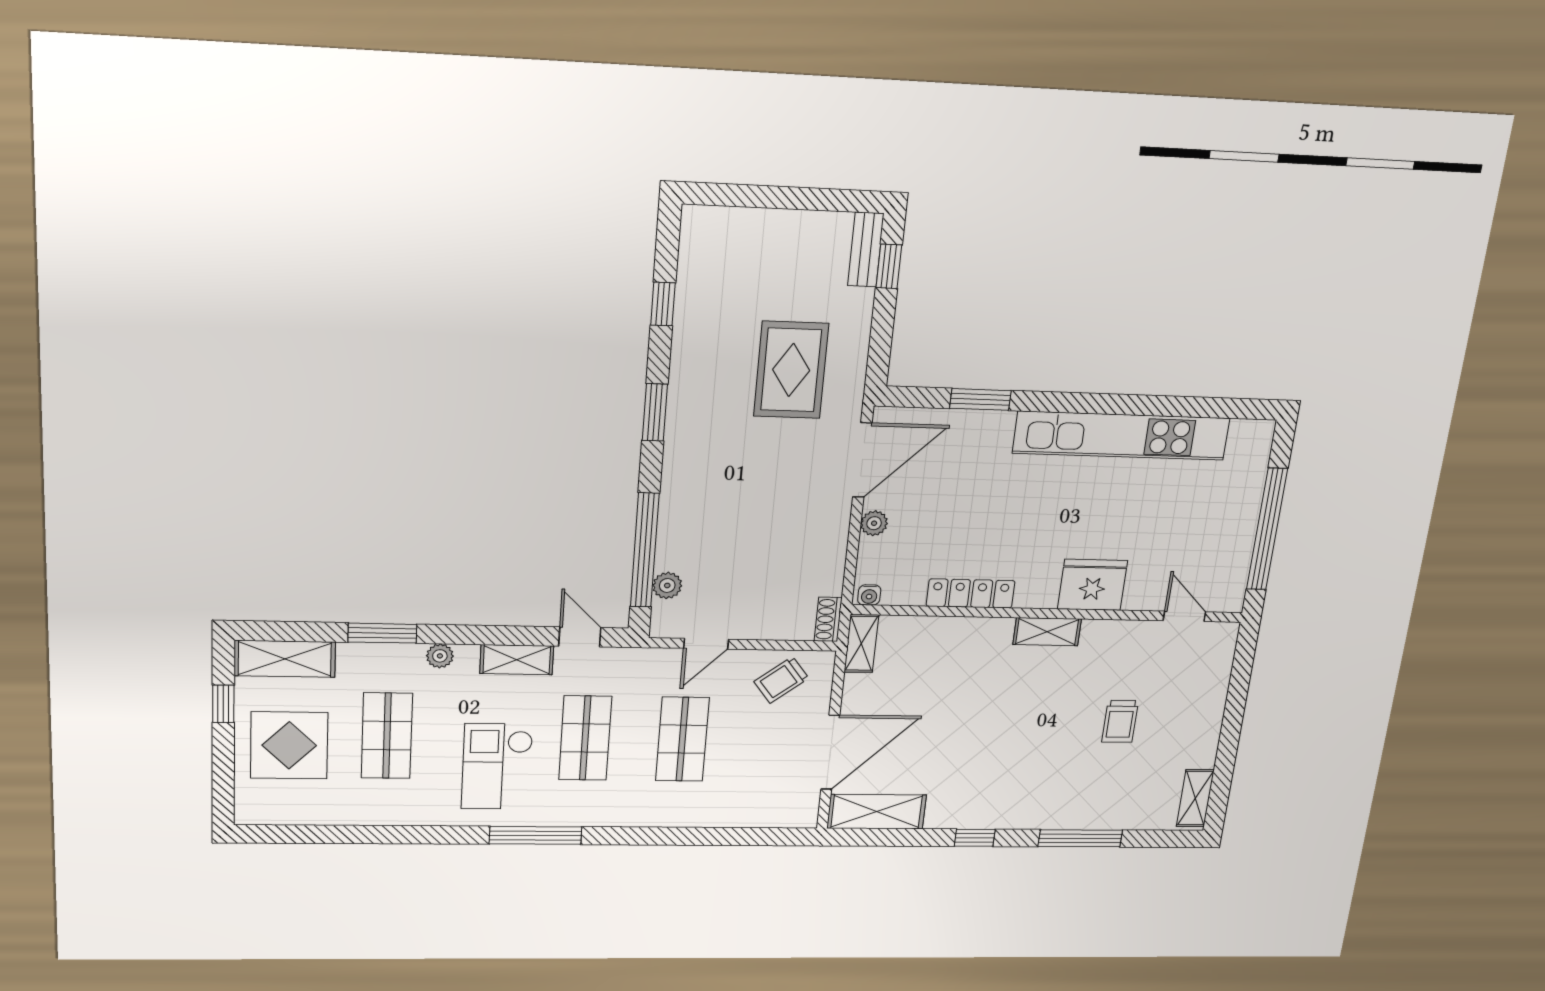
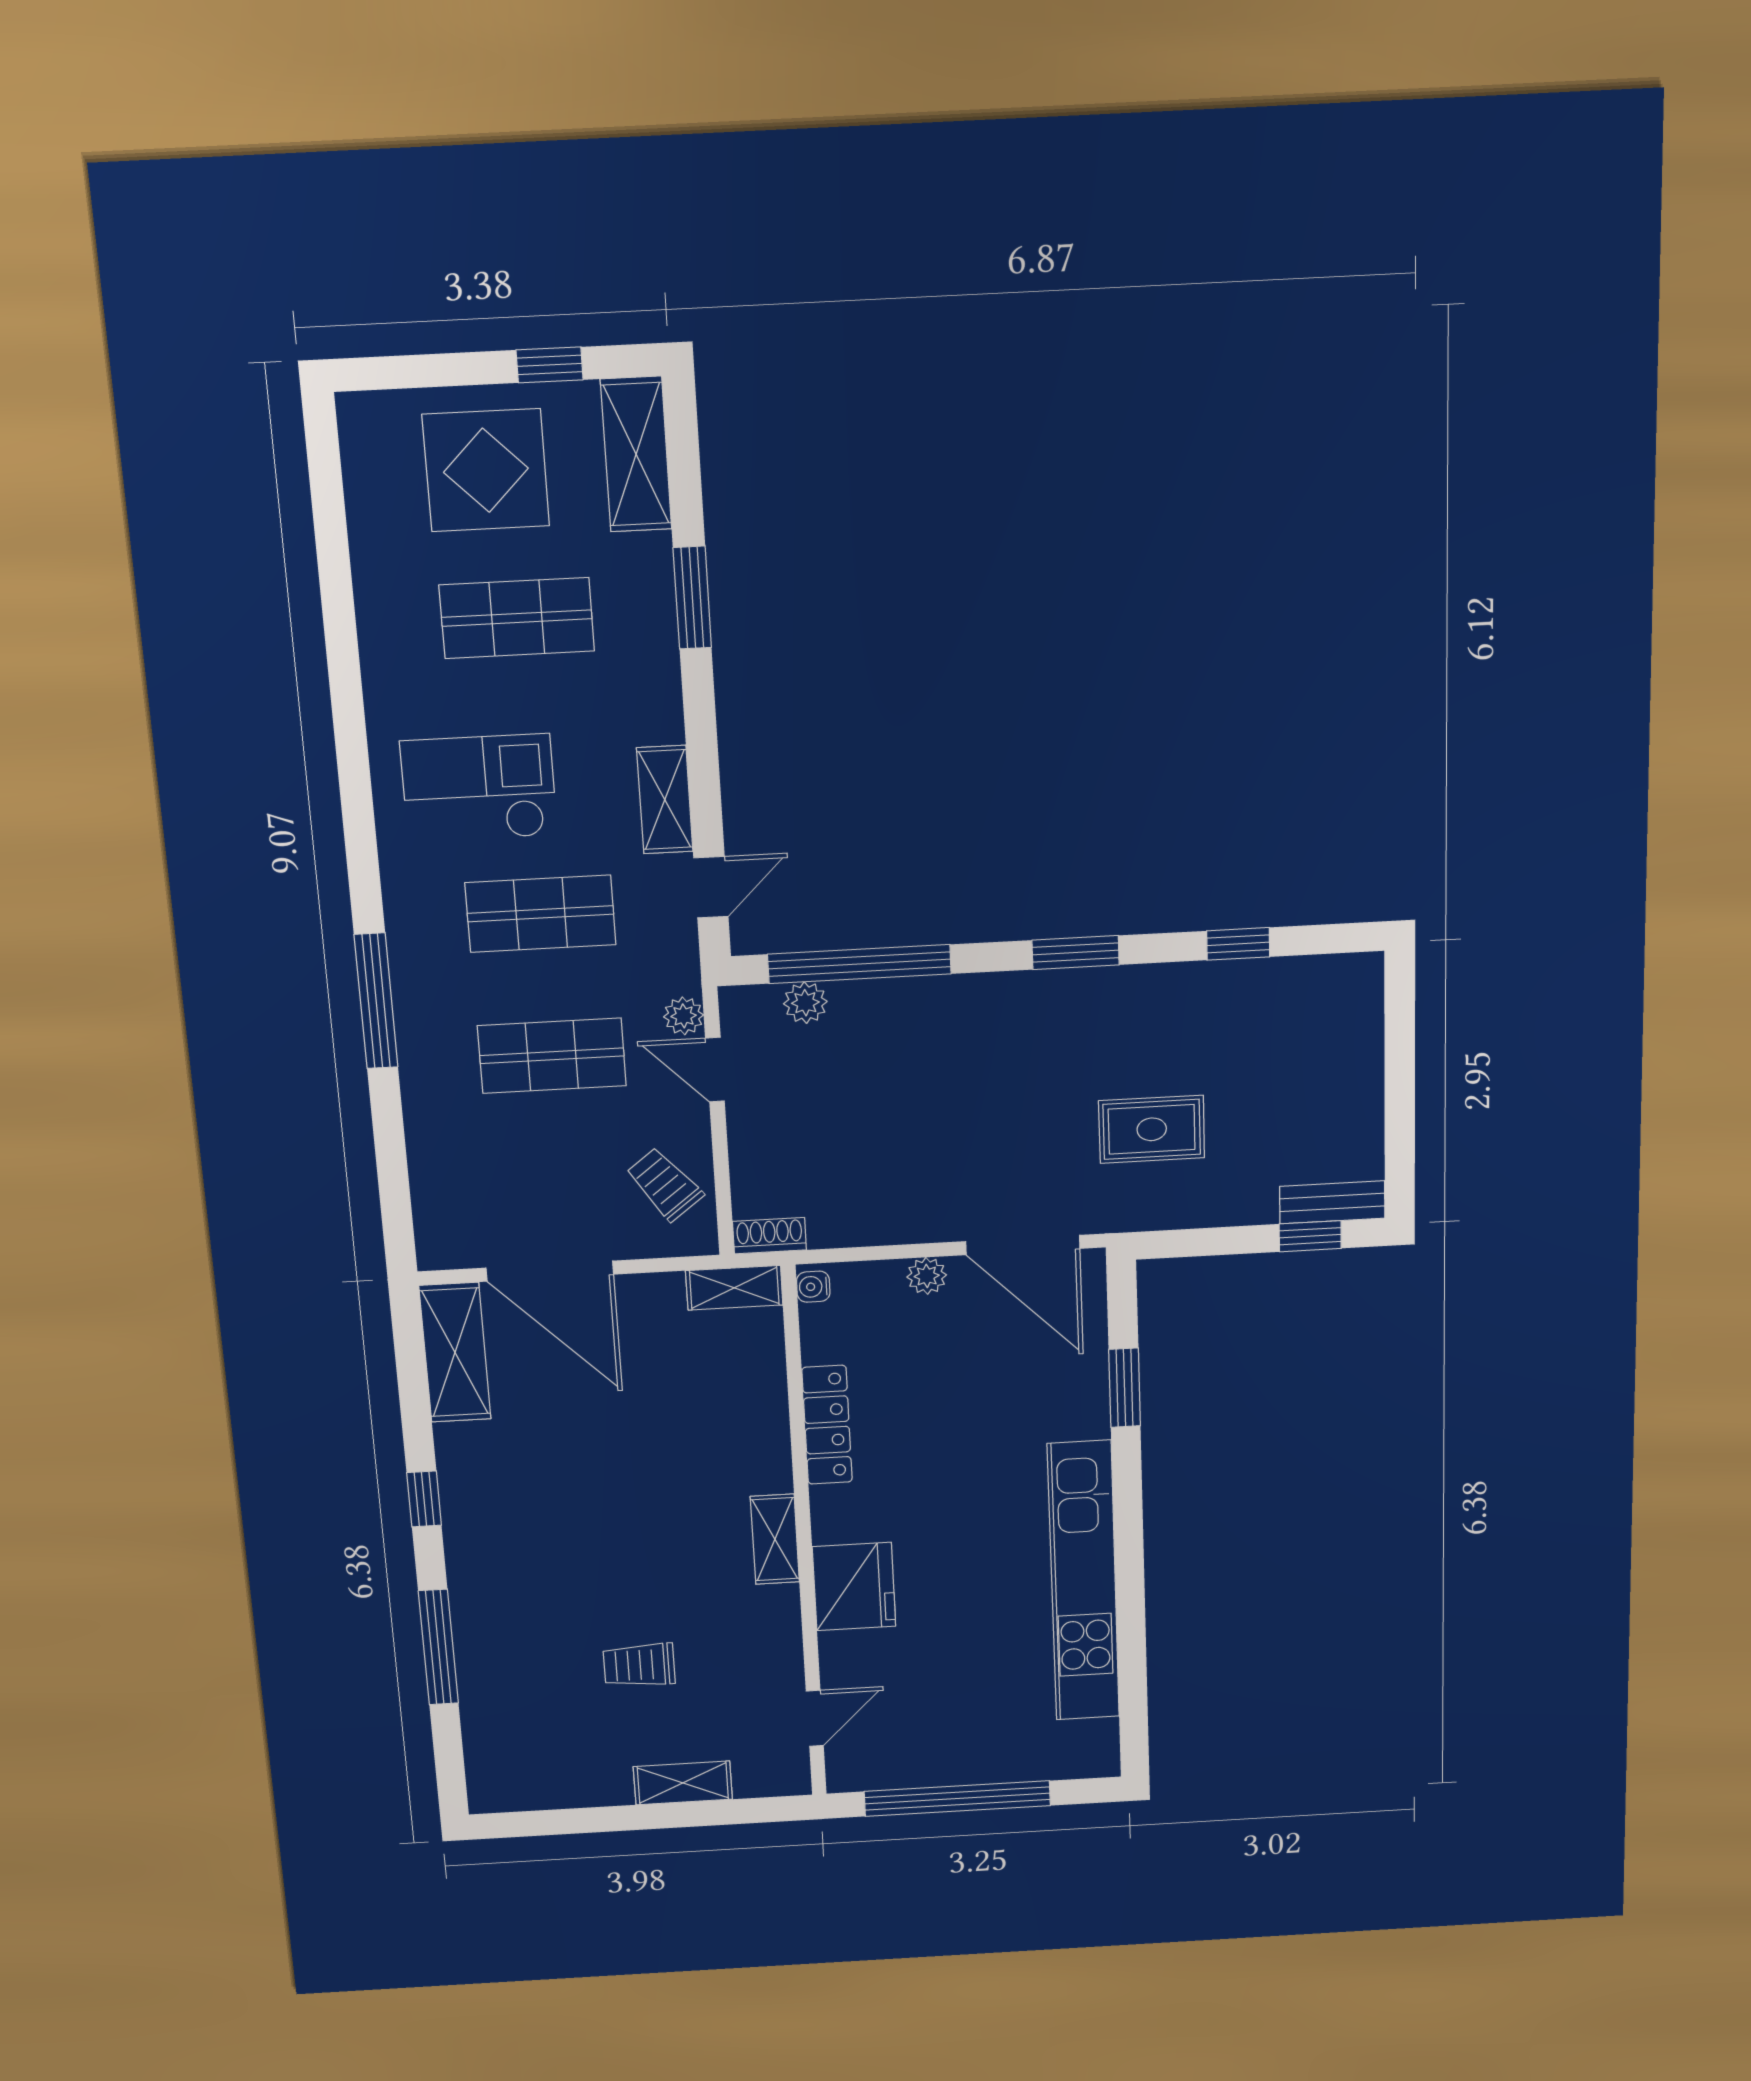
rug: (791, 370) -> (1152, 1129), width x0.73, depth x0.70
plant: (440, 656) -> (684, 1016), moved
shelving: (1195, 798) -> (683, 1783), moved
window: (536, 835) -> (376, 1001), moved

